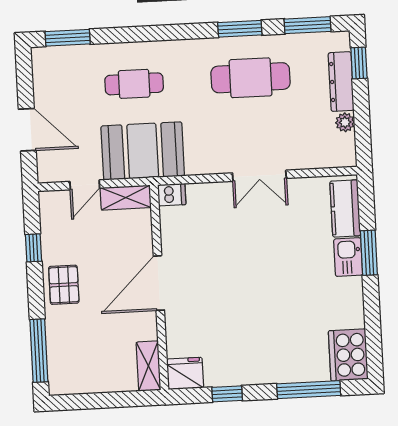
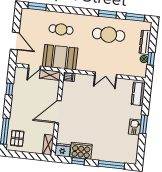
window: (359, 63) -> (151, 59), moved
window: (369, 253) -> (144, 124), moved
kitchen sink: (348, 257) -> (135, 127), moved
pallet: (64, 285) -> (17, 138), moved
cooker: (348, 355) -> (81, 151), moved, turned 90

